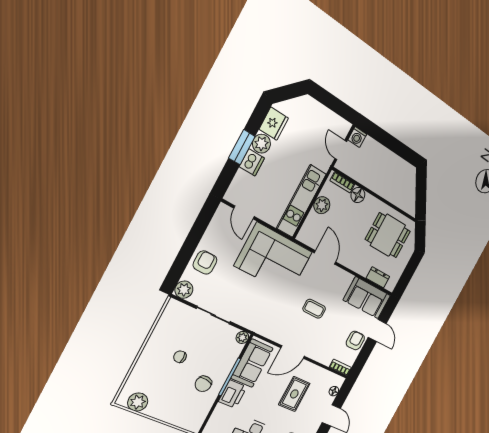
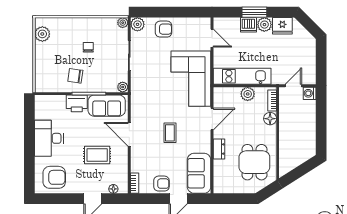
door: (244, 212) -> (212, 38), swing flipped
dresser: (378, 277) -> (219, 149), moved
plant: (173, 306) -> (123, 23), added

